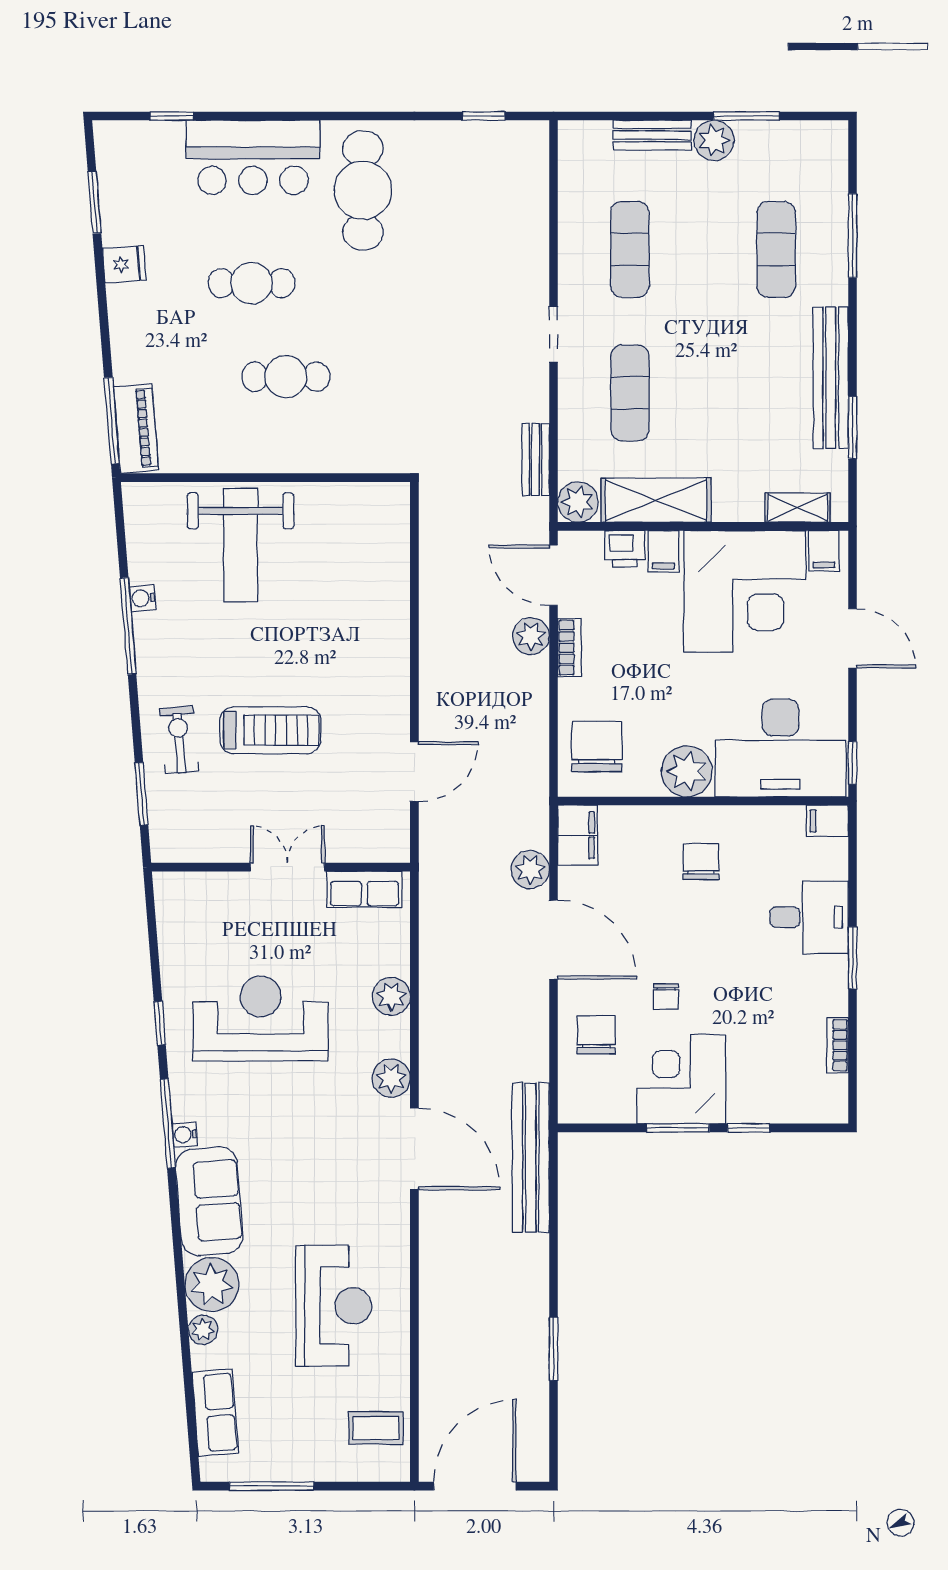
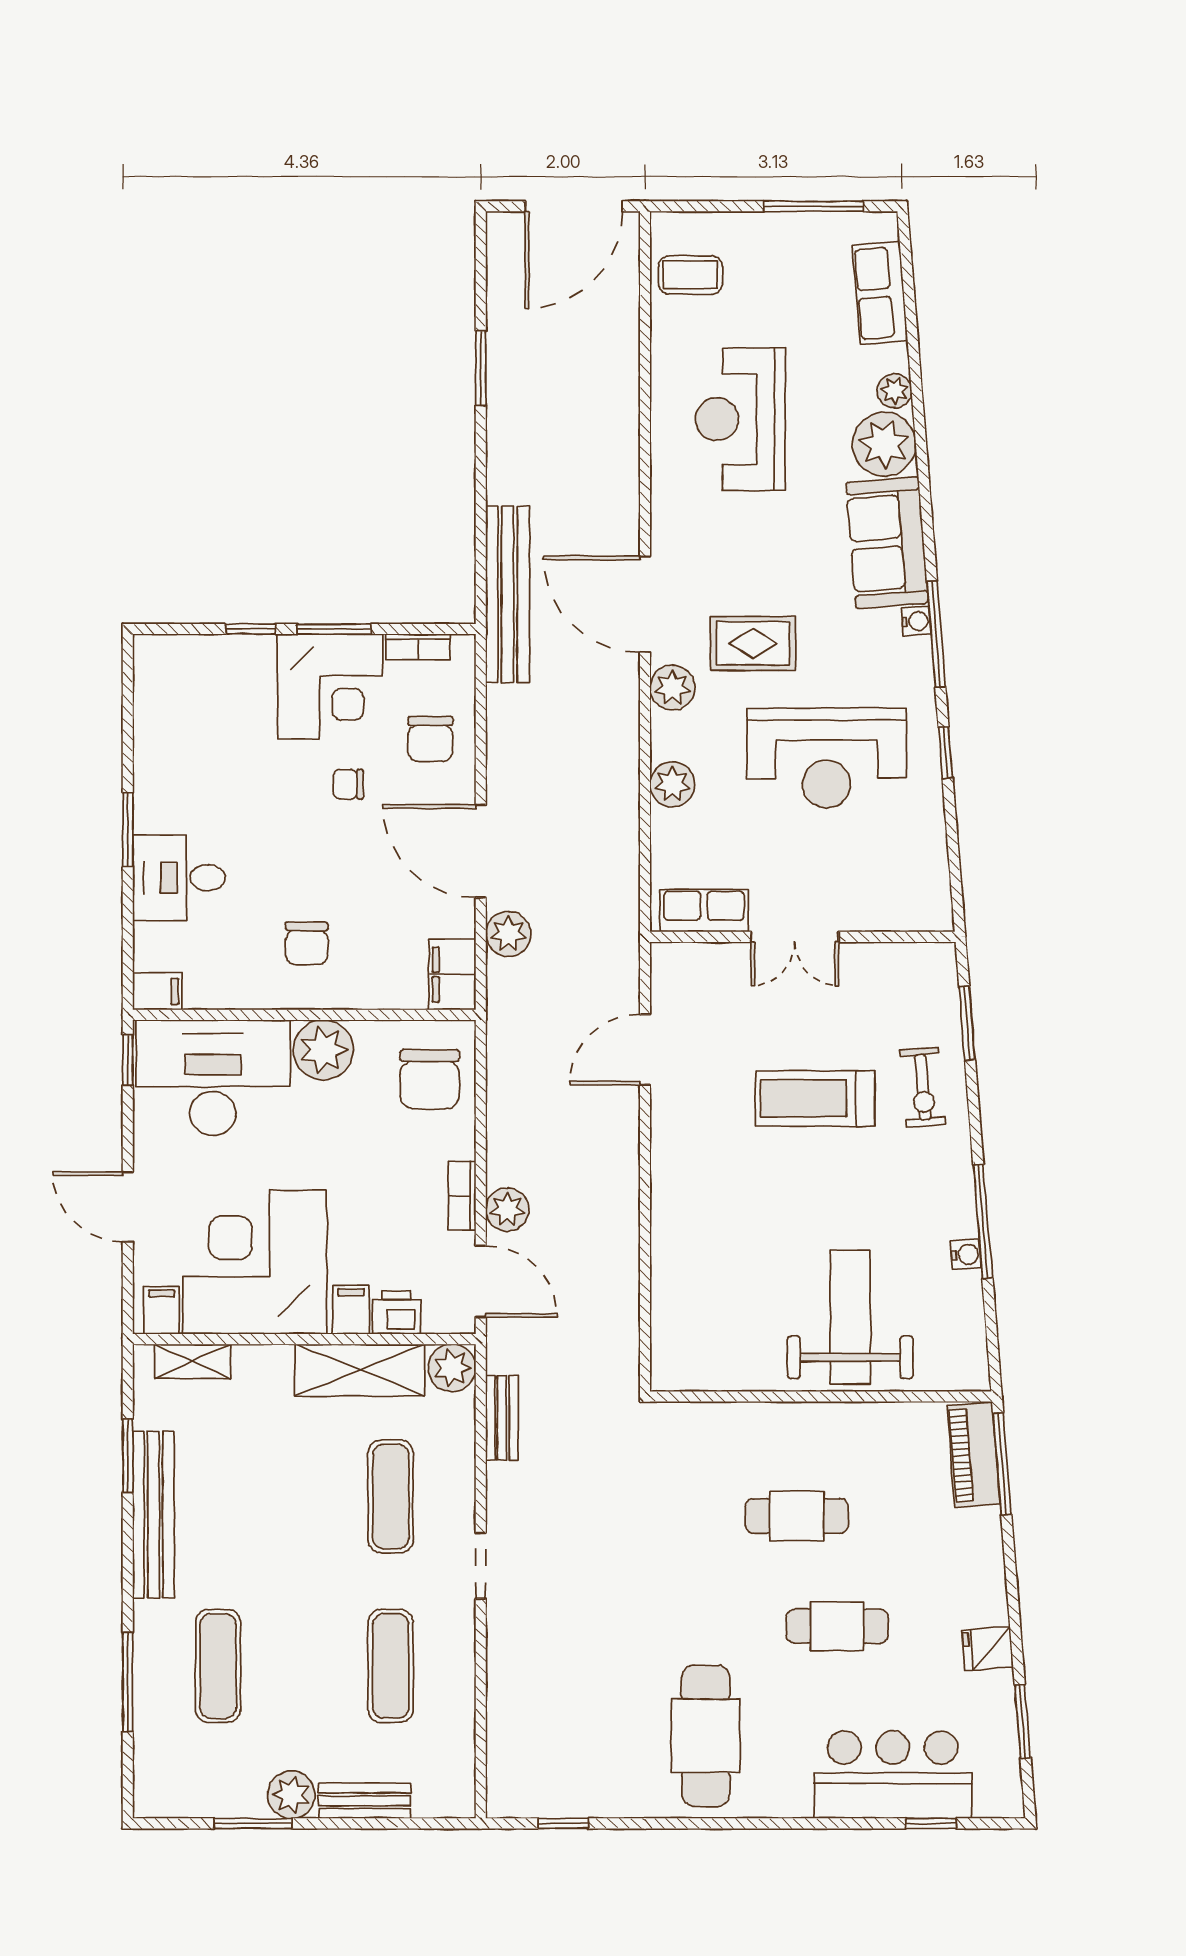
bar counter: (253, 157) -> (893, 1775), moved
chair: (666, 996) -> (348, 784), turned -90
bookcase: (837, 1045) -> (418, 647), moved, turned 90
rug: (323, 1116) -> (753, 643), added

